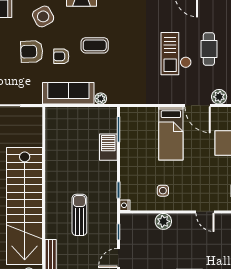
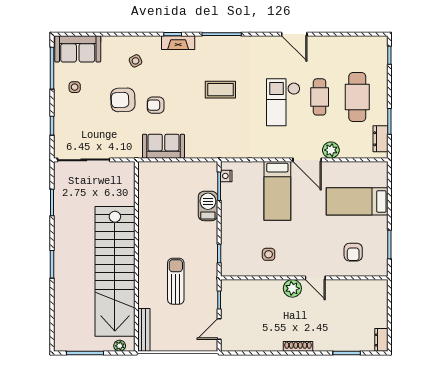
side table: (43, 16) -> (136, 61), width x0.54, depth x0.54
coffee table: (95, 45) -> (220, 90), moved
sofa: (68, 93) -> (164, 146), width x0.73
plant: (101, 99) -> (200, 152), removed
nightstand: (125, 205) -> (226, 176), moved
plant: (163, 221) -> (292, 288), moved

